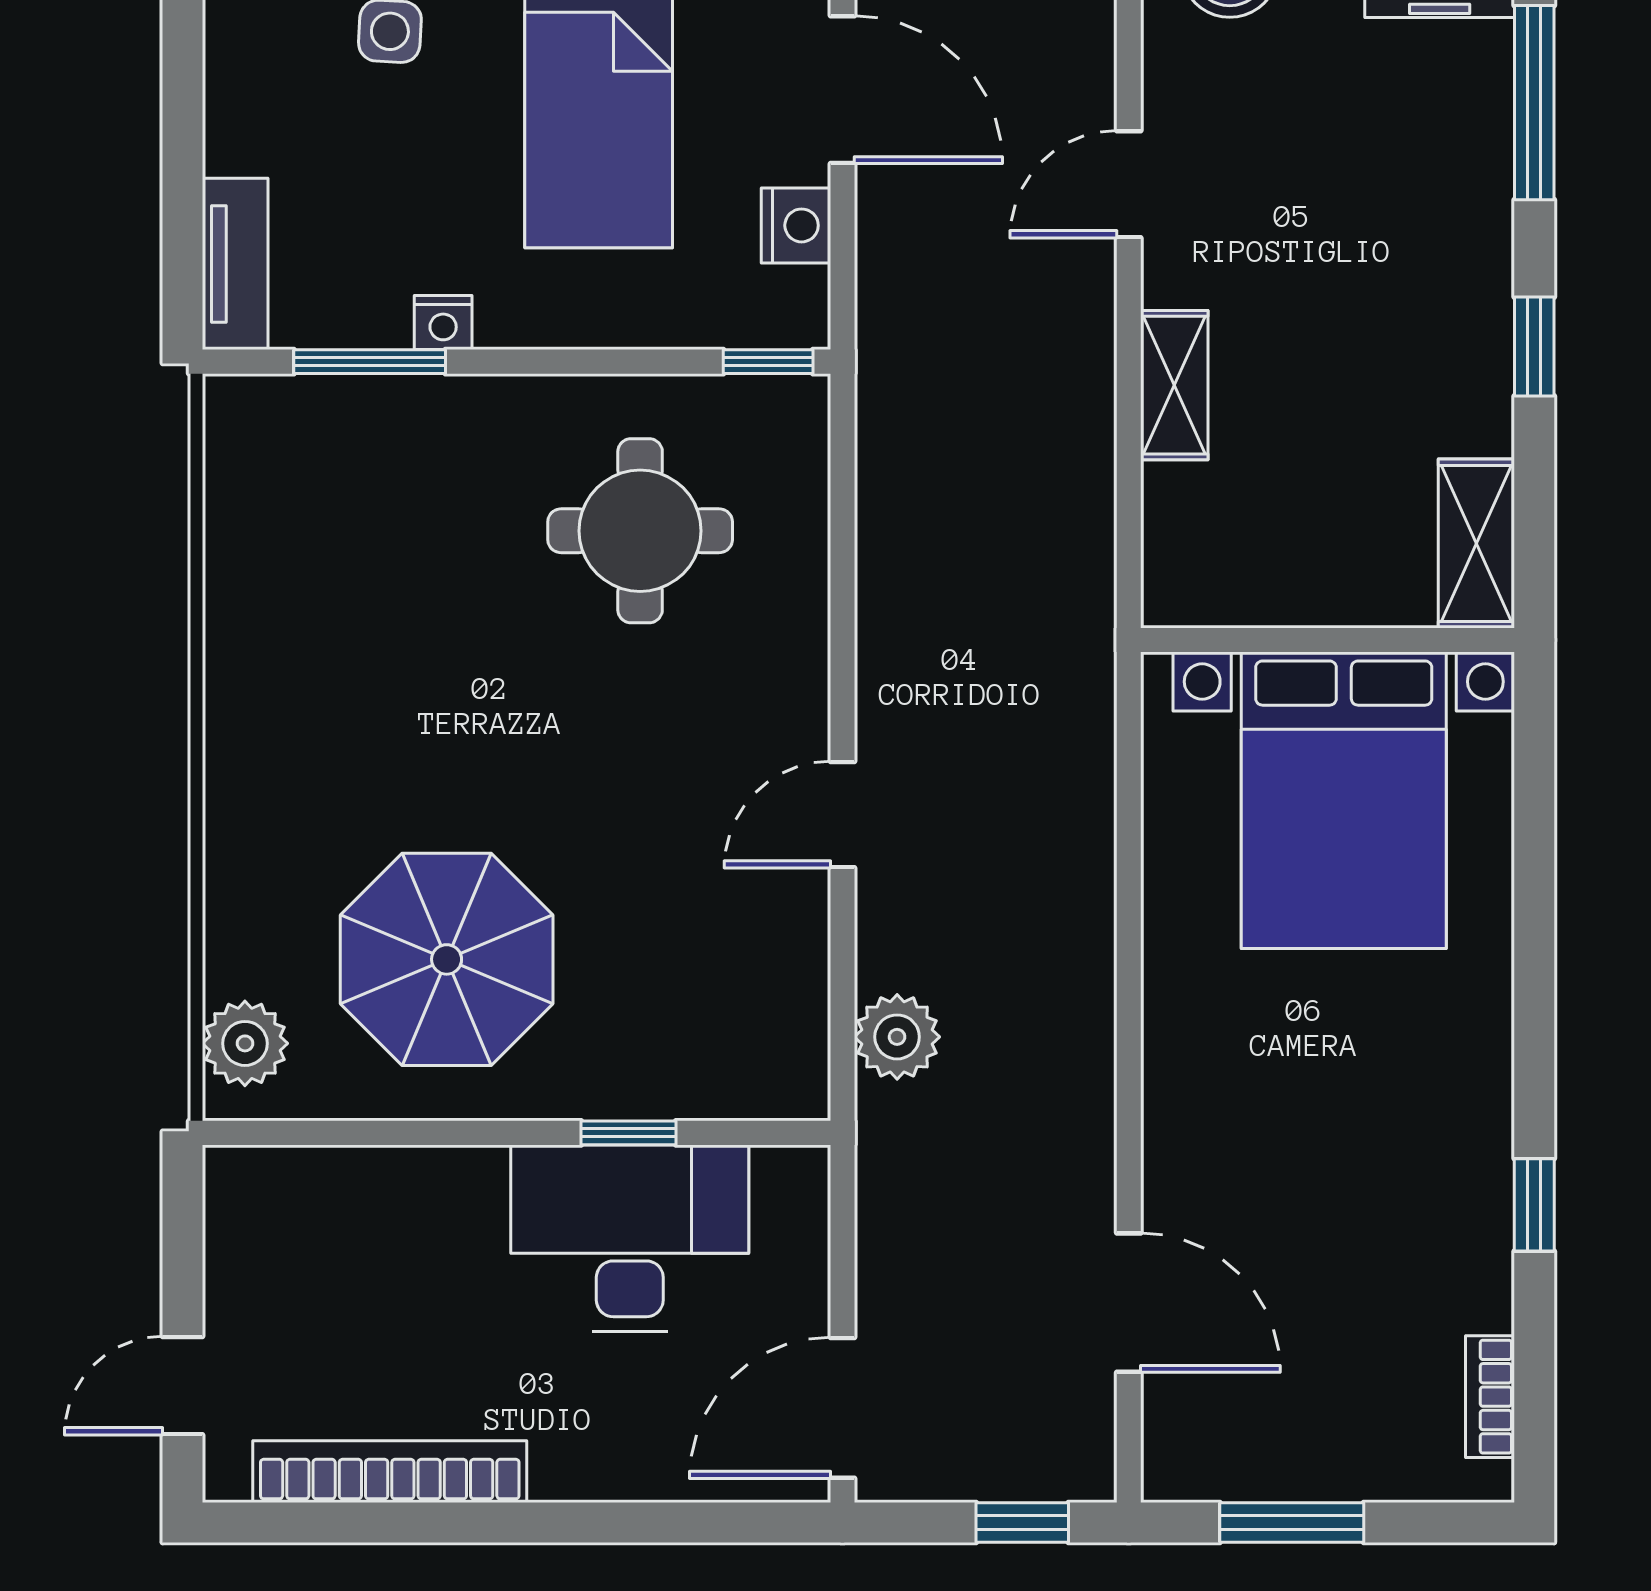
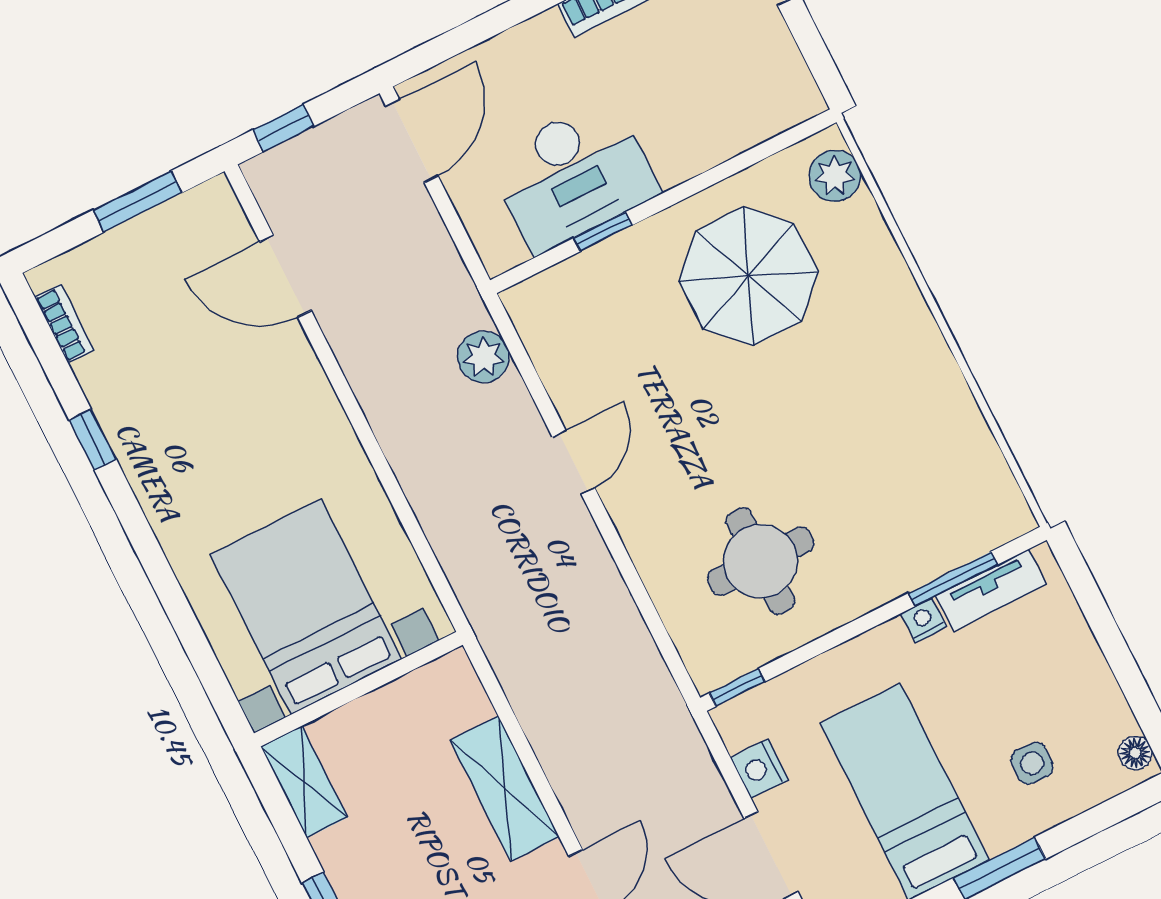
tv unit: (235, 264) -> (991, 590), moved, turned -90
shelving: (1174, 385) -> (505, 788), width x1.50, depth x1.33

